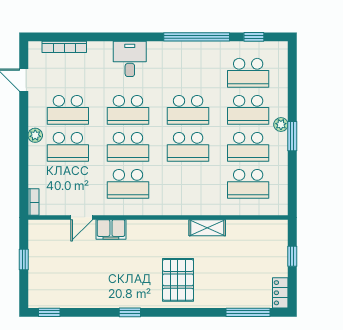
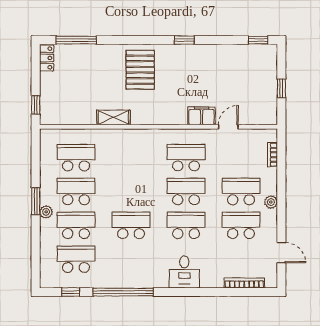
school desk: (188, 147) -> (131, 191), removed
bookcase: (33, 202) -> (273, 155), moved
window: (292, 256) -> (36, 105), moved

